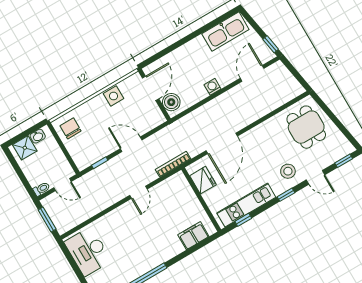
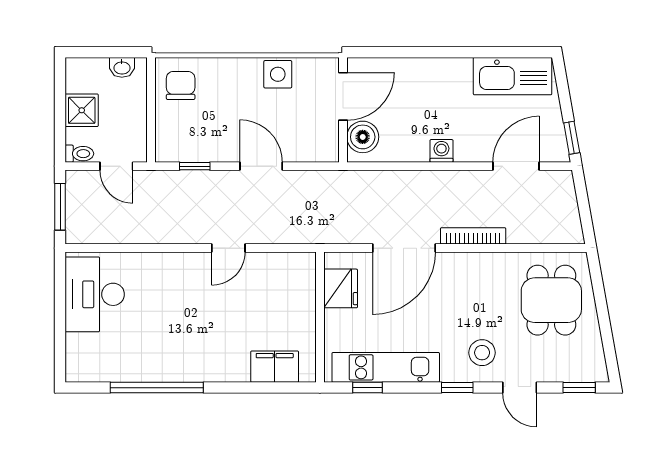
shower: (25, 148) -> (82, 110), moved
bookcase: (173, 164) -> (473, 236), moved

